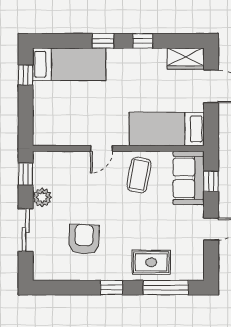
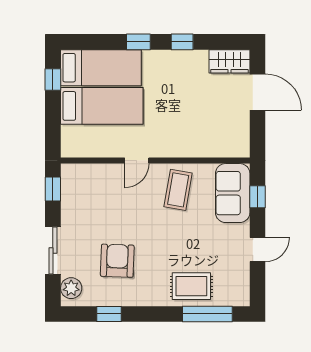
bed: (167, 129) -> (102, 106), moved, turned 180
plant: (42, 197) -> (71, 288), moved
window: (111, 288) -> (109, 314), moved

